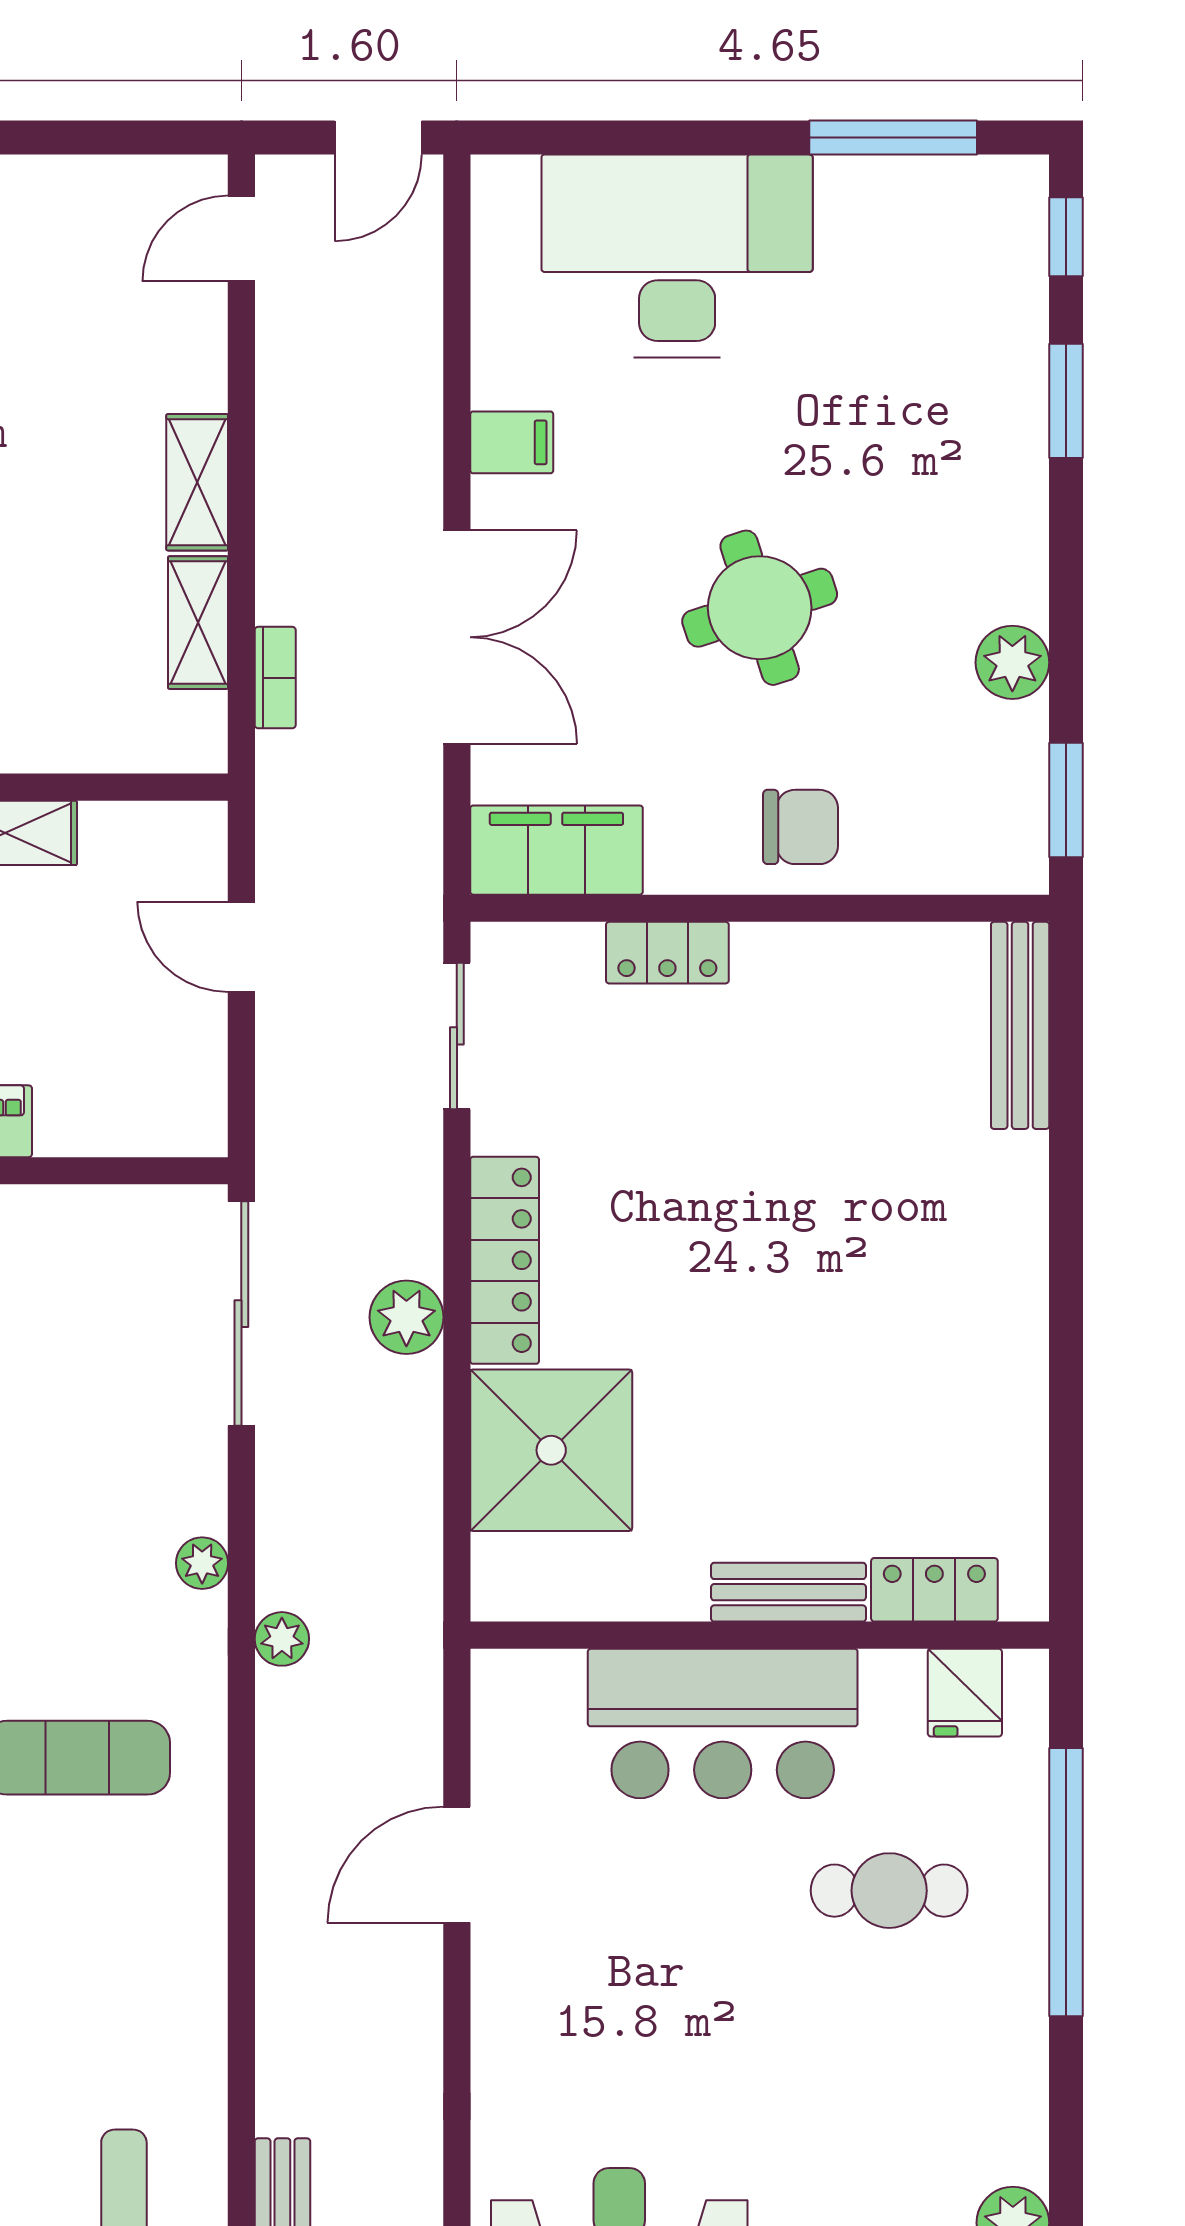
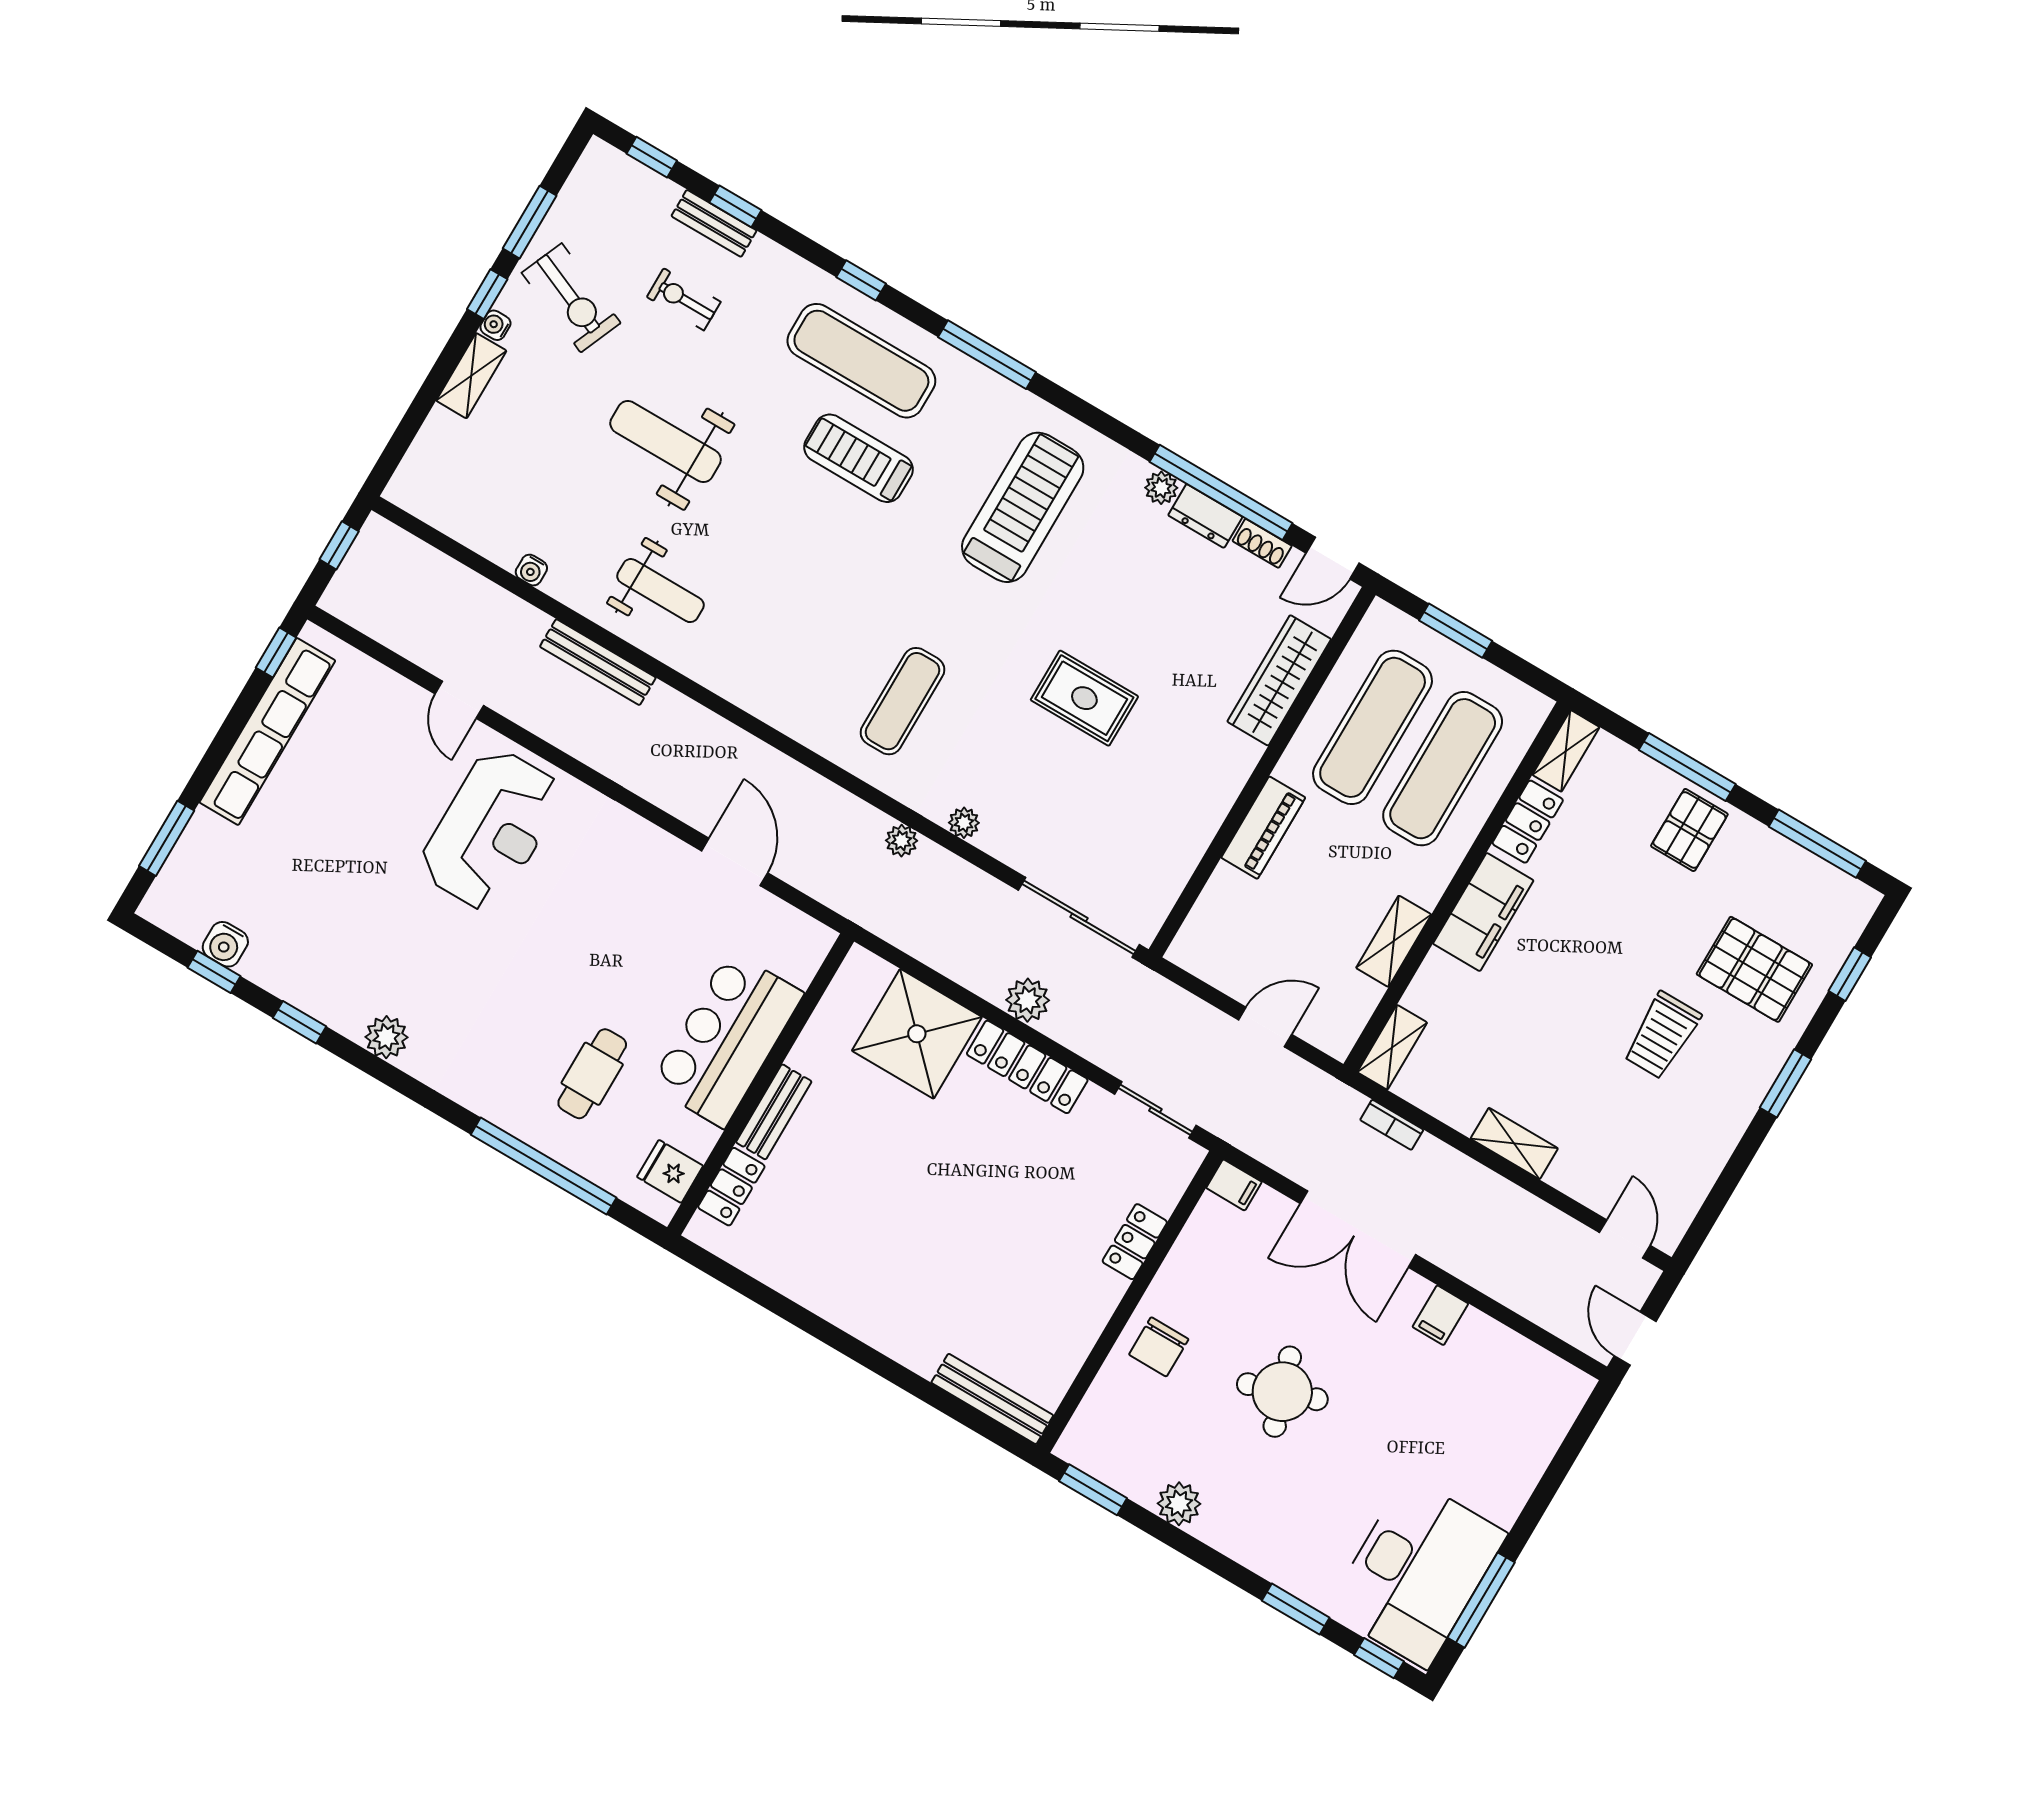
desk: (677, 256) -> (1417, 1572), moved
shelving: (198, 623) -> (1392, 1047), moved, turned 90
filing cabinet: (556, 850) -> (1234, 1185), width x0.33, depth x0.86

